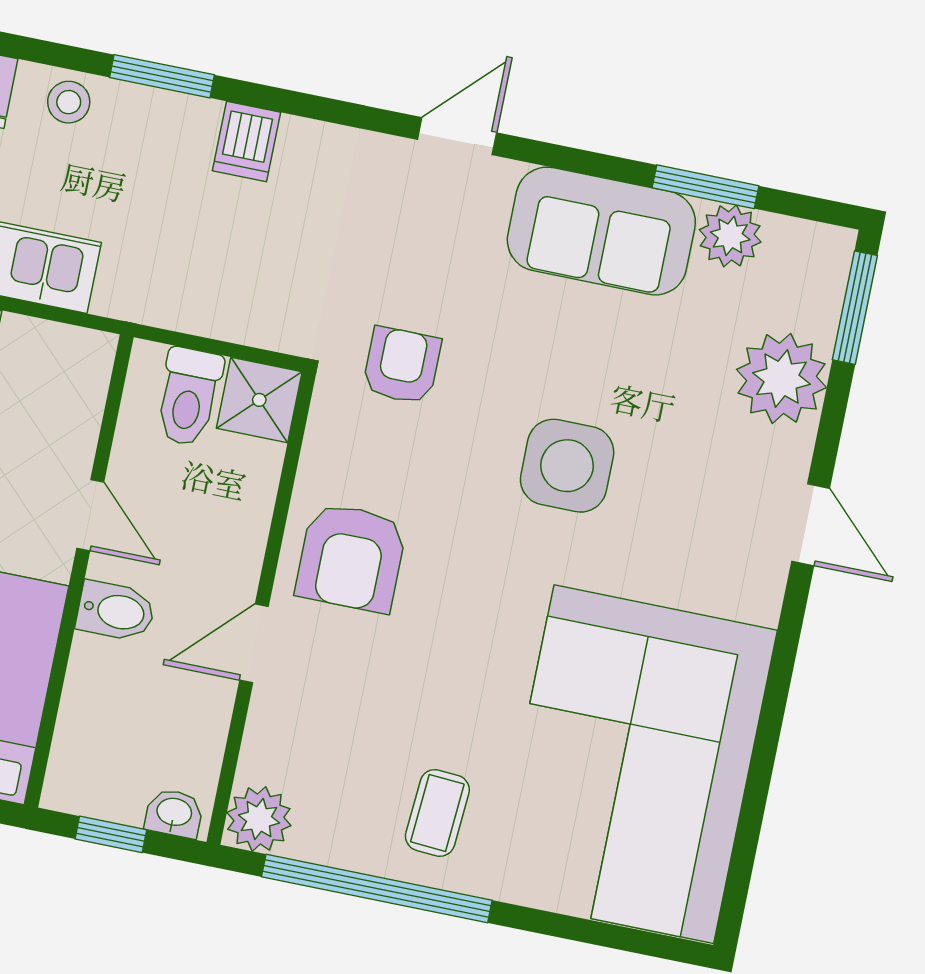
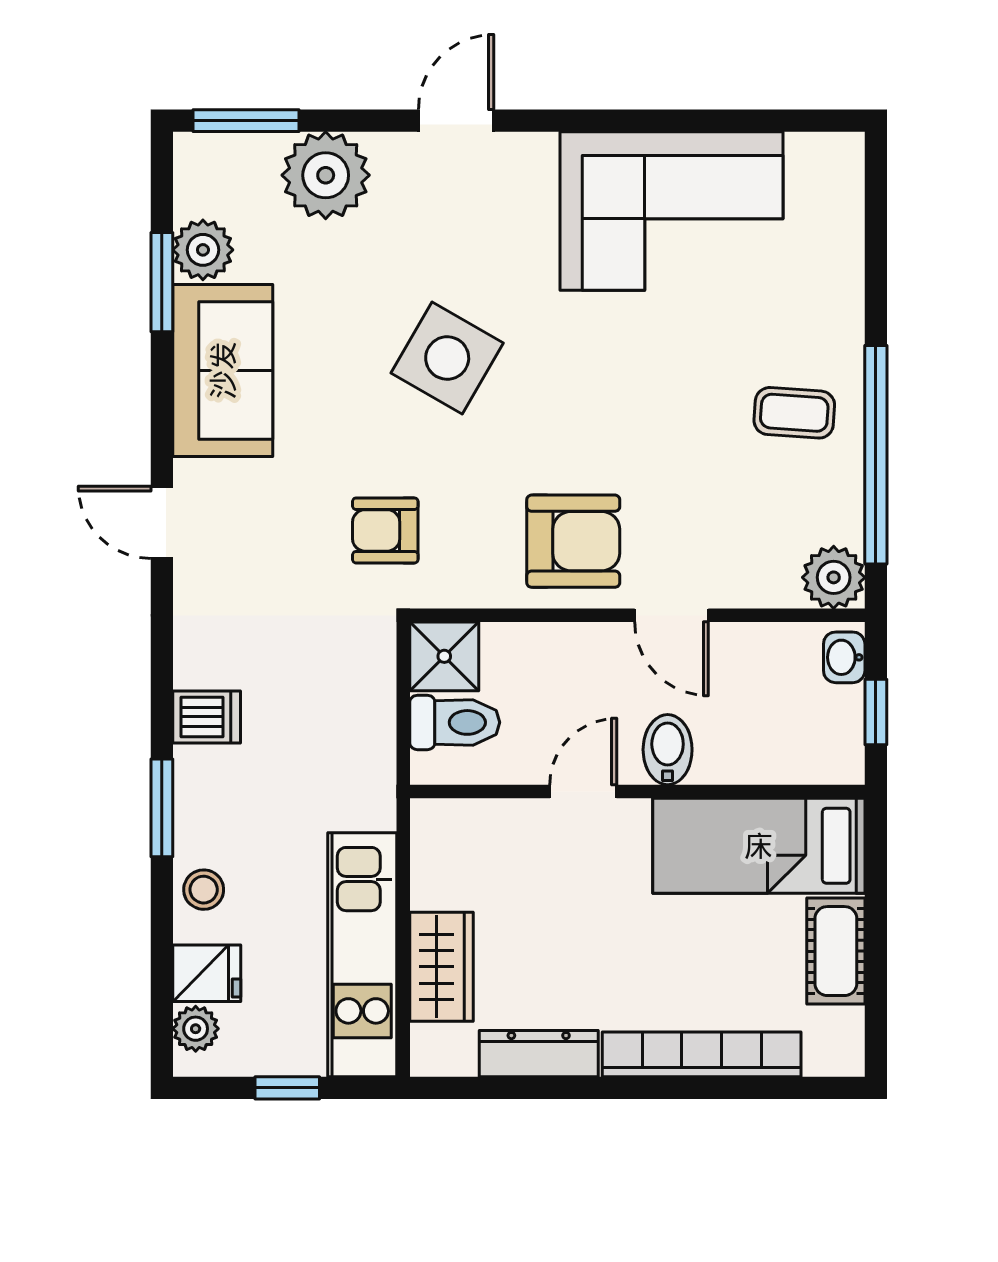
side table: (567, 466) -> (447, 358), turned 30
corner sofa: (634, 764) -> (671, 211), width x0.73, depth x0.74

